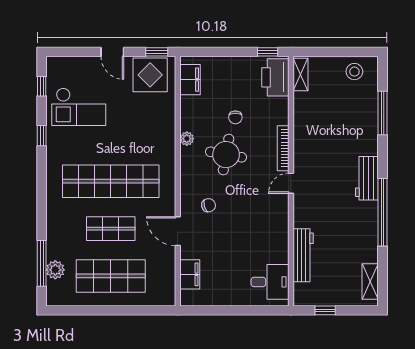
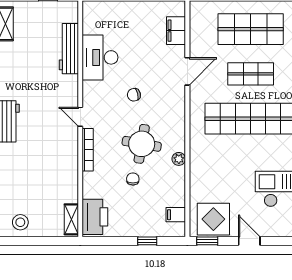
window: (268, 52) -> (147, 241), moved
filing cabinet: (190, 80) -> (176, 215), width x0.50
door: (291, 183) -> (80, 117), swing flipped
chair: (209, 205) -> (134, 95), moved
door: (178, 231) -> (187, 71), hinge flipped
desk: (270, 282) -> (100, 57), moved, width x1.37

